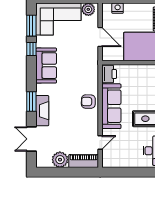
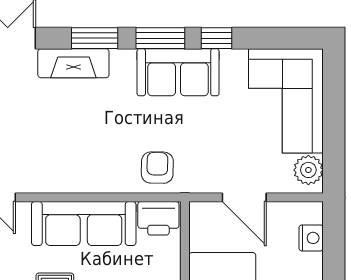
window: (31, 26) -> (160, 38), moved
door: (100, 37) -> (244, 197), hinge flipped
armchair: (88, 102) -> (157, 168), moved

